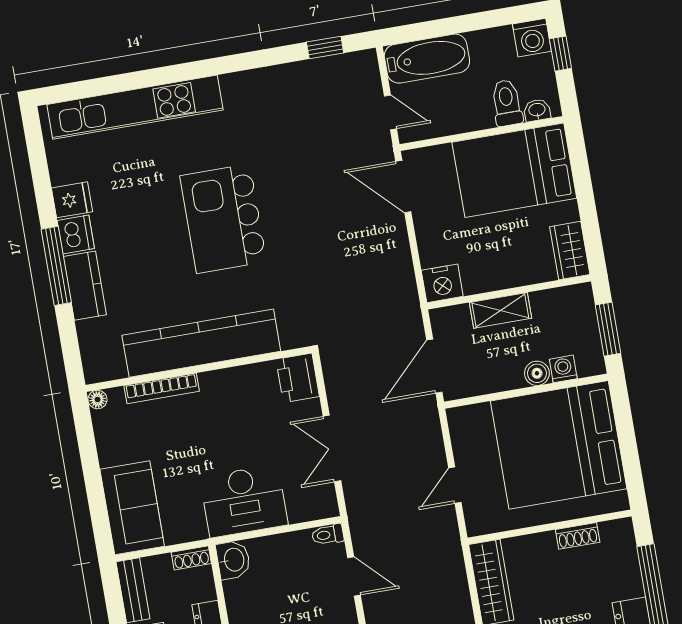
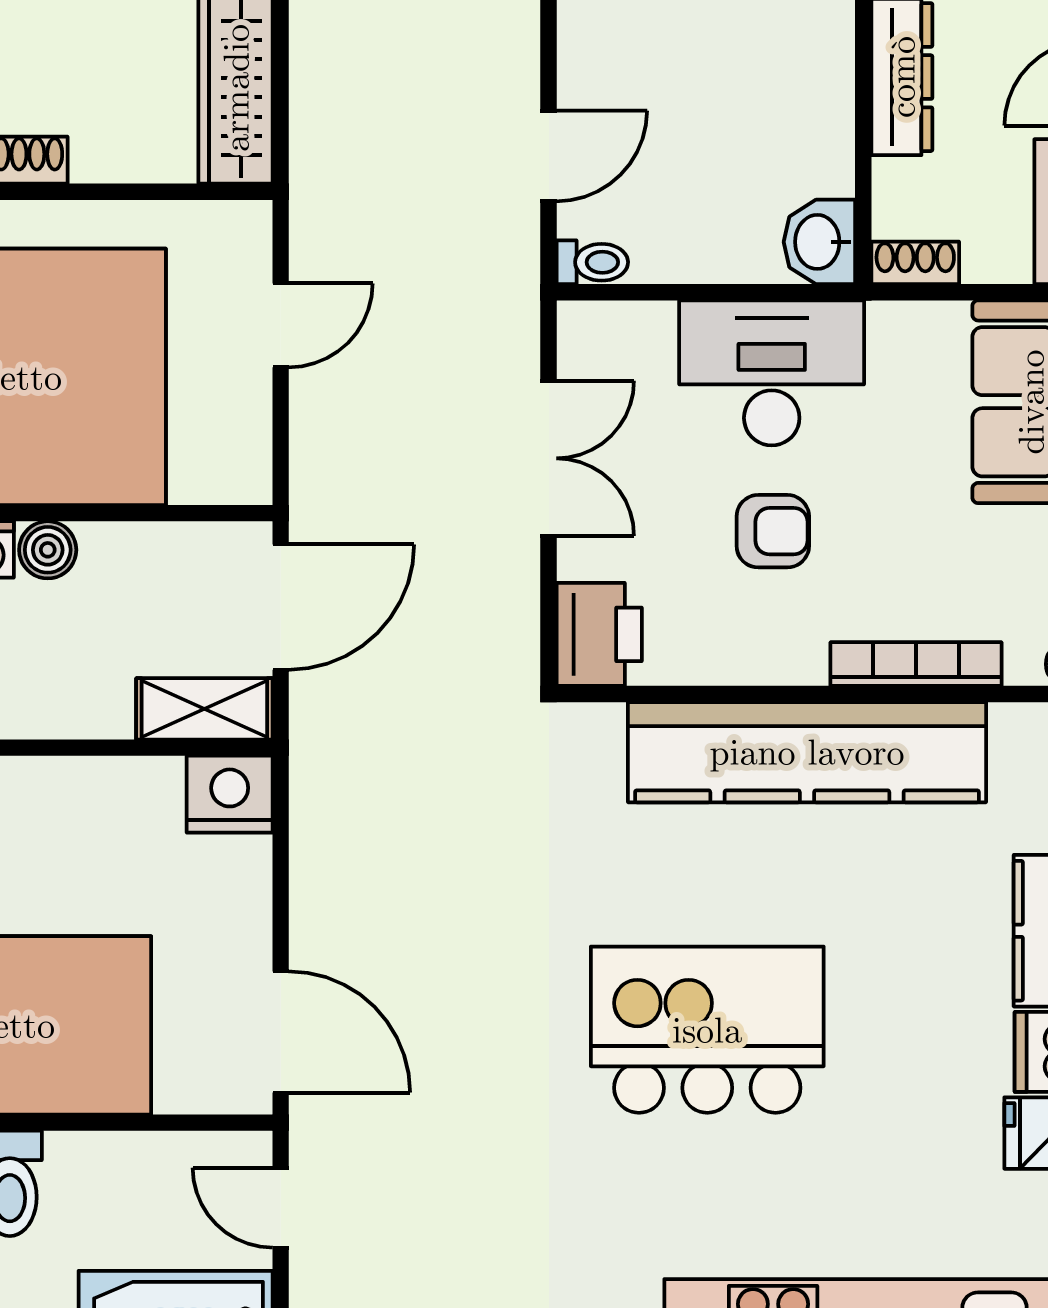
kitchen island: (223, 219) -> (707, 1030), turned -90
shelving: (500, 310) -> (204, 709), moved
armchair: (232, 434) -> (773, 531), added
door: (354, 576) -> (549, 156), swing flipped

